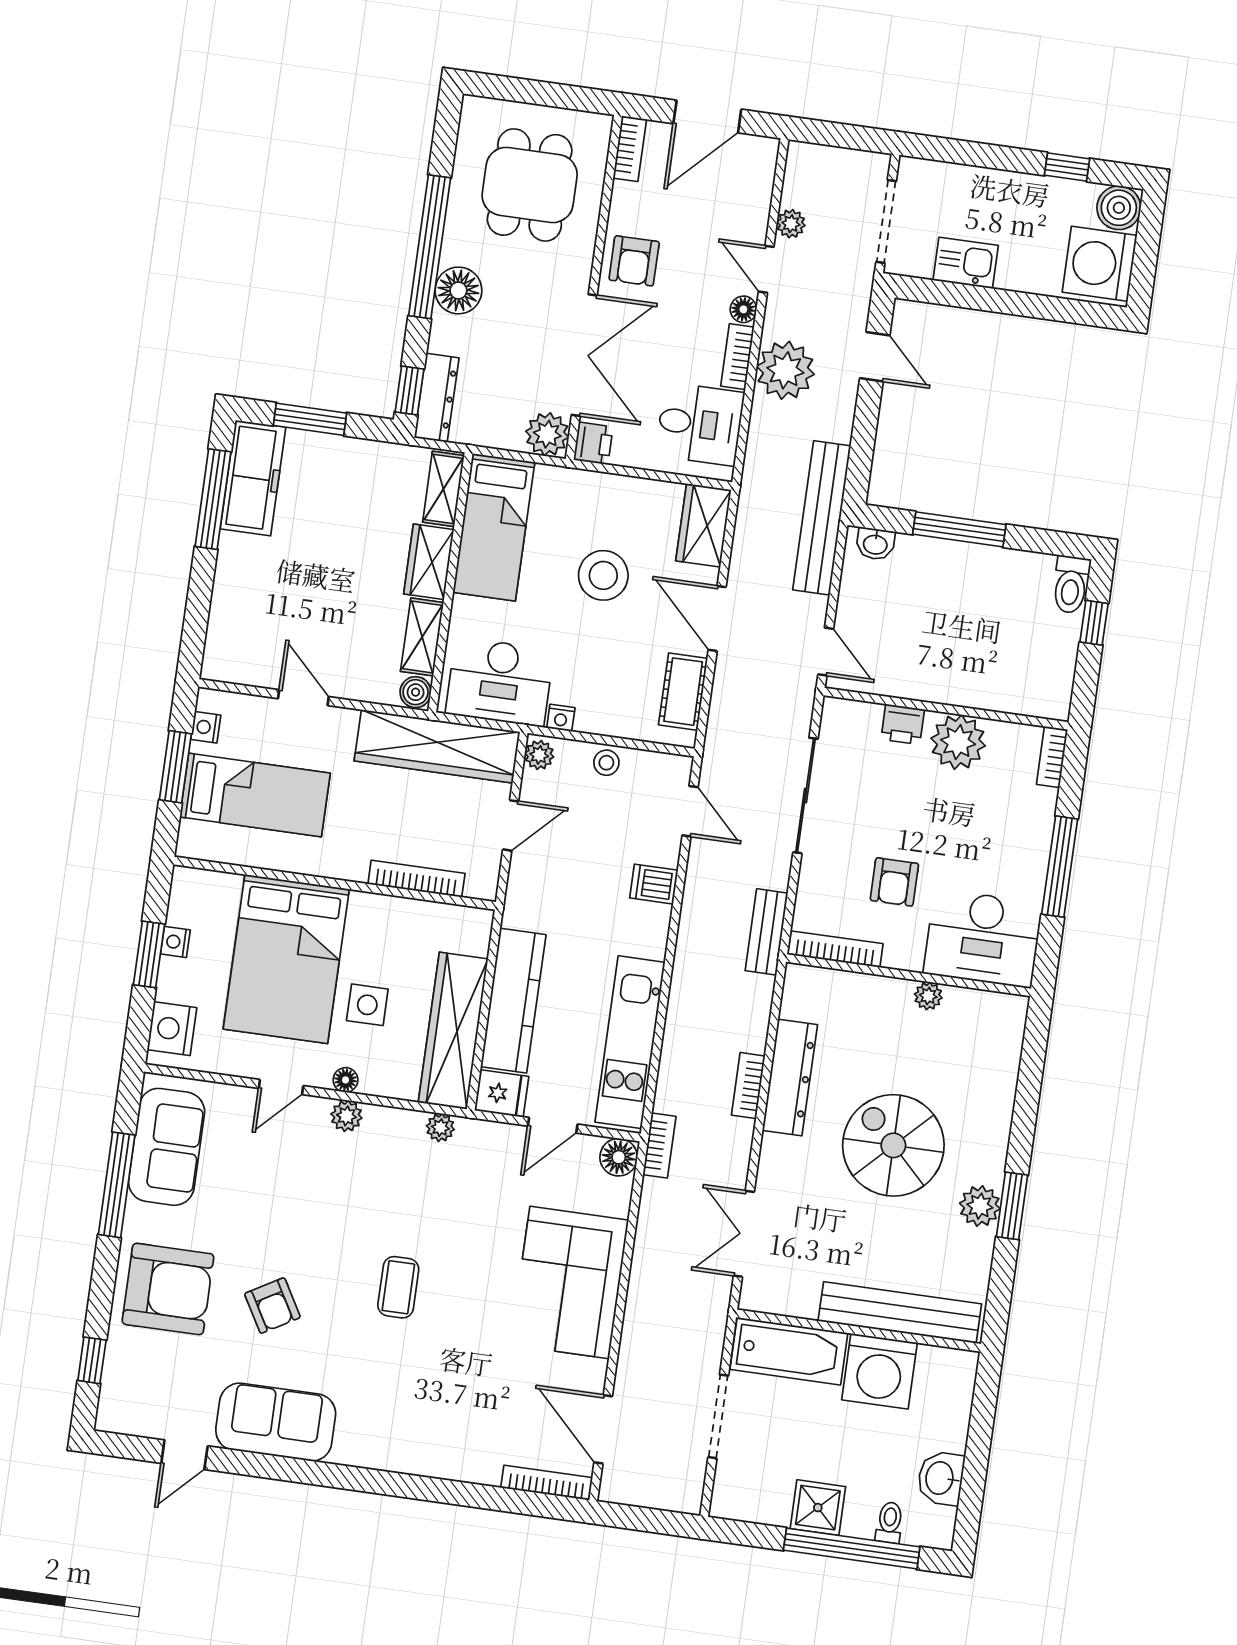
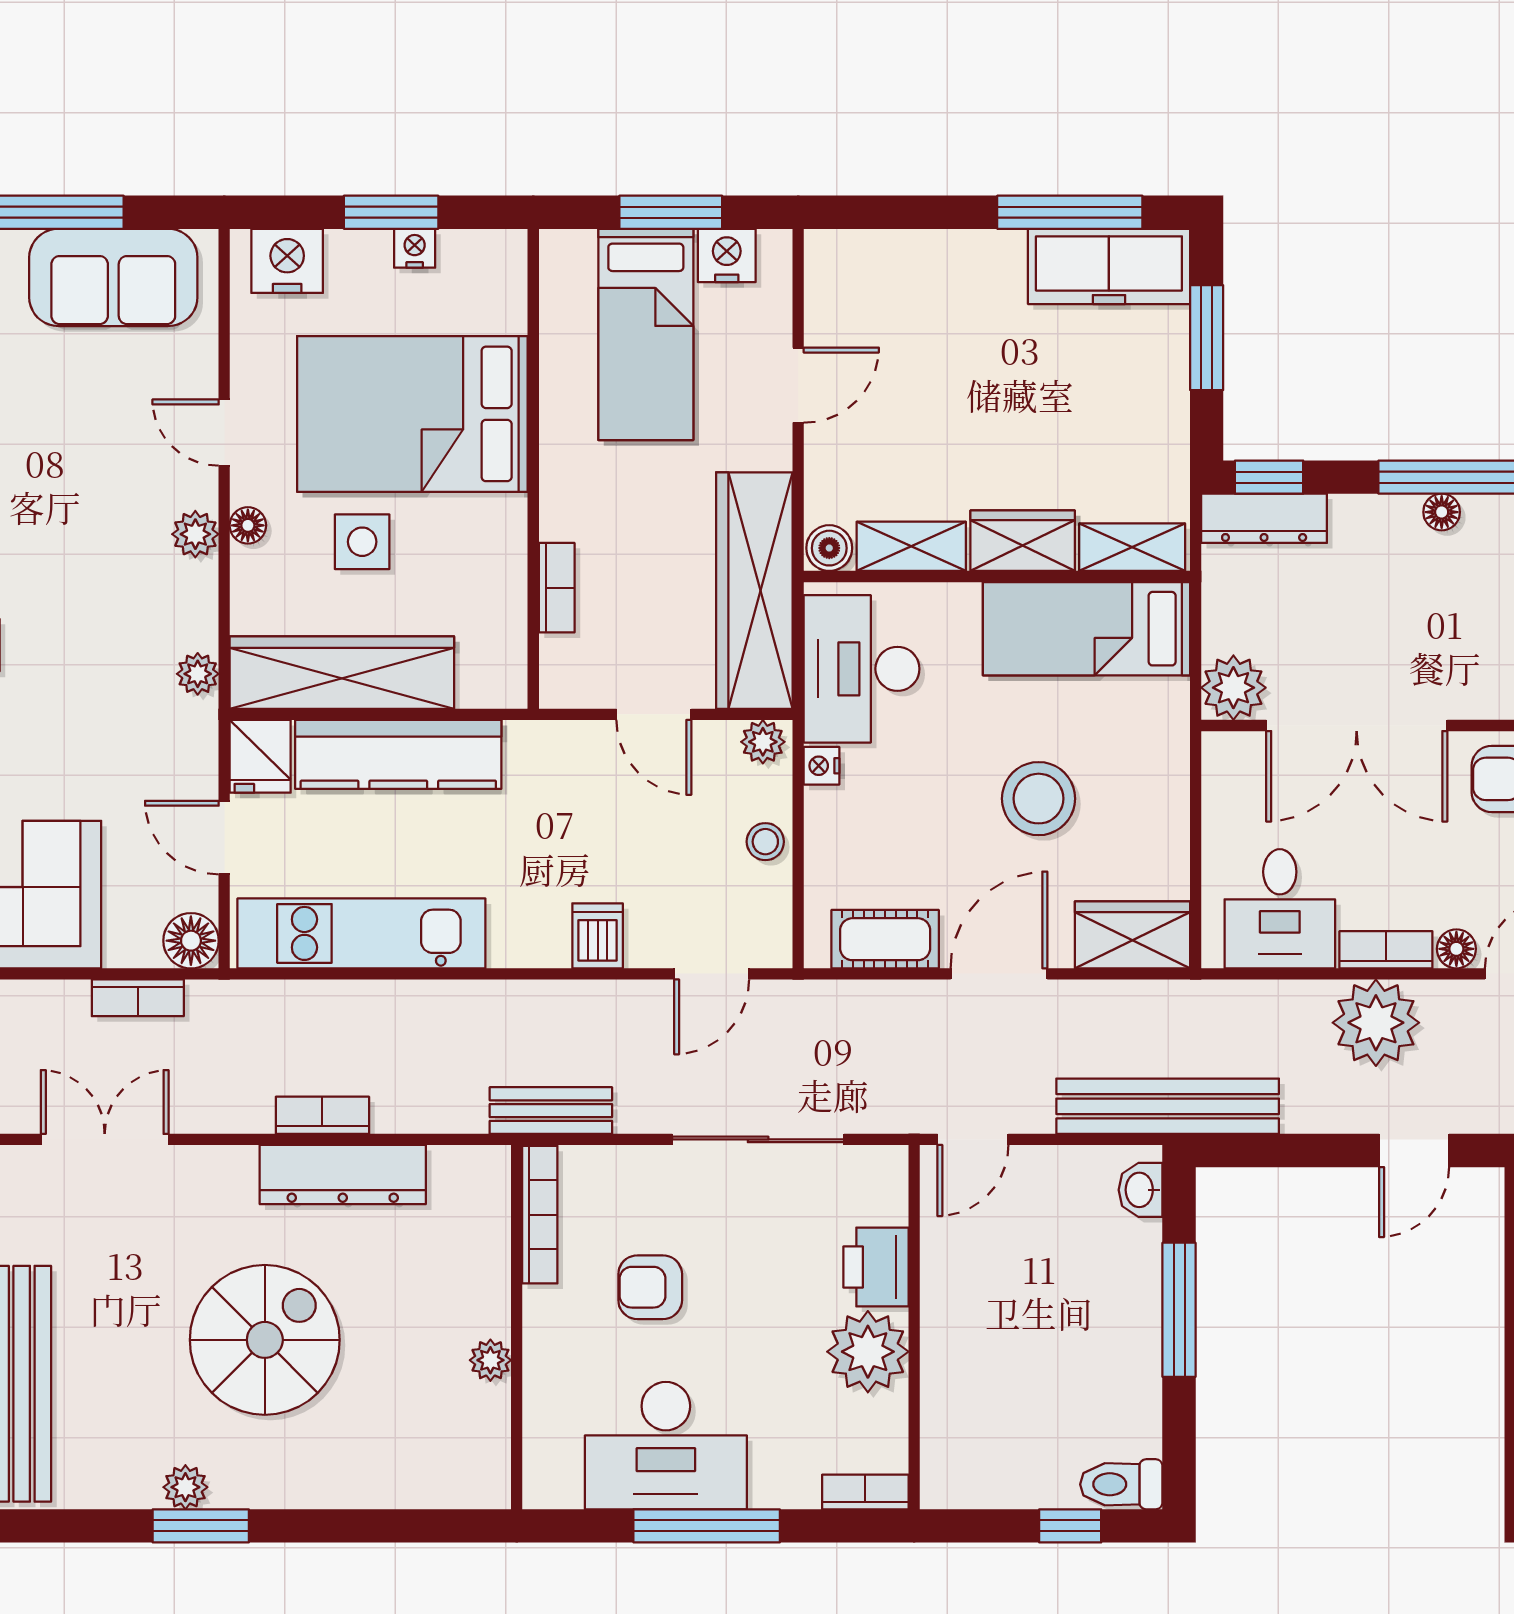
floor lamp: (458, 290) -> (1442, 512), width x0.53, depth x0.53
printer: (593, 443) -> (1230, 757), removed
printer: (903, 724) -> (876, 1267), width x1.36, depth x1.24
nightstand: (206, 727) -> (727, 255), width x1.39, depth x1.35
bookcase: (416, 879) -> (557, 588), width x0.64
desk: (983, 938) -> (666, 1446), moved, turned -90
bookcase: (659, 1146) -> (138, 998), moved
plant: (980, 1206) -> (185, 1487), width x0.73, depth x0.73

